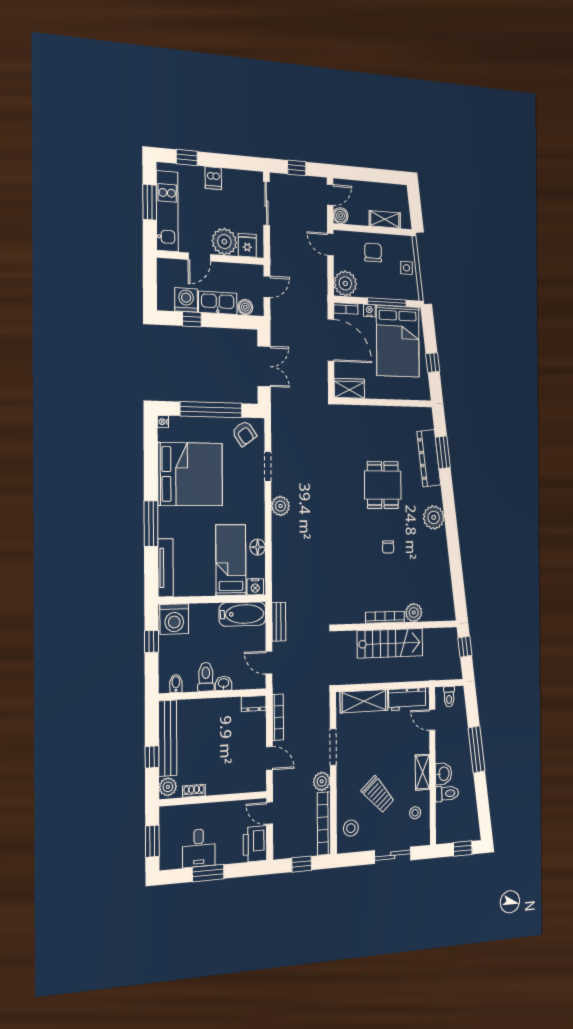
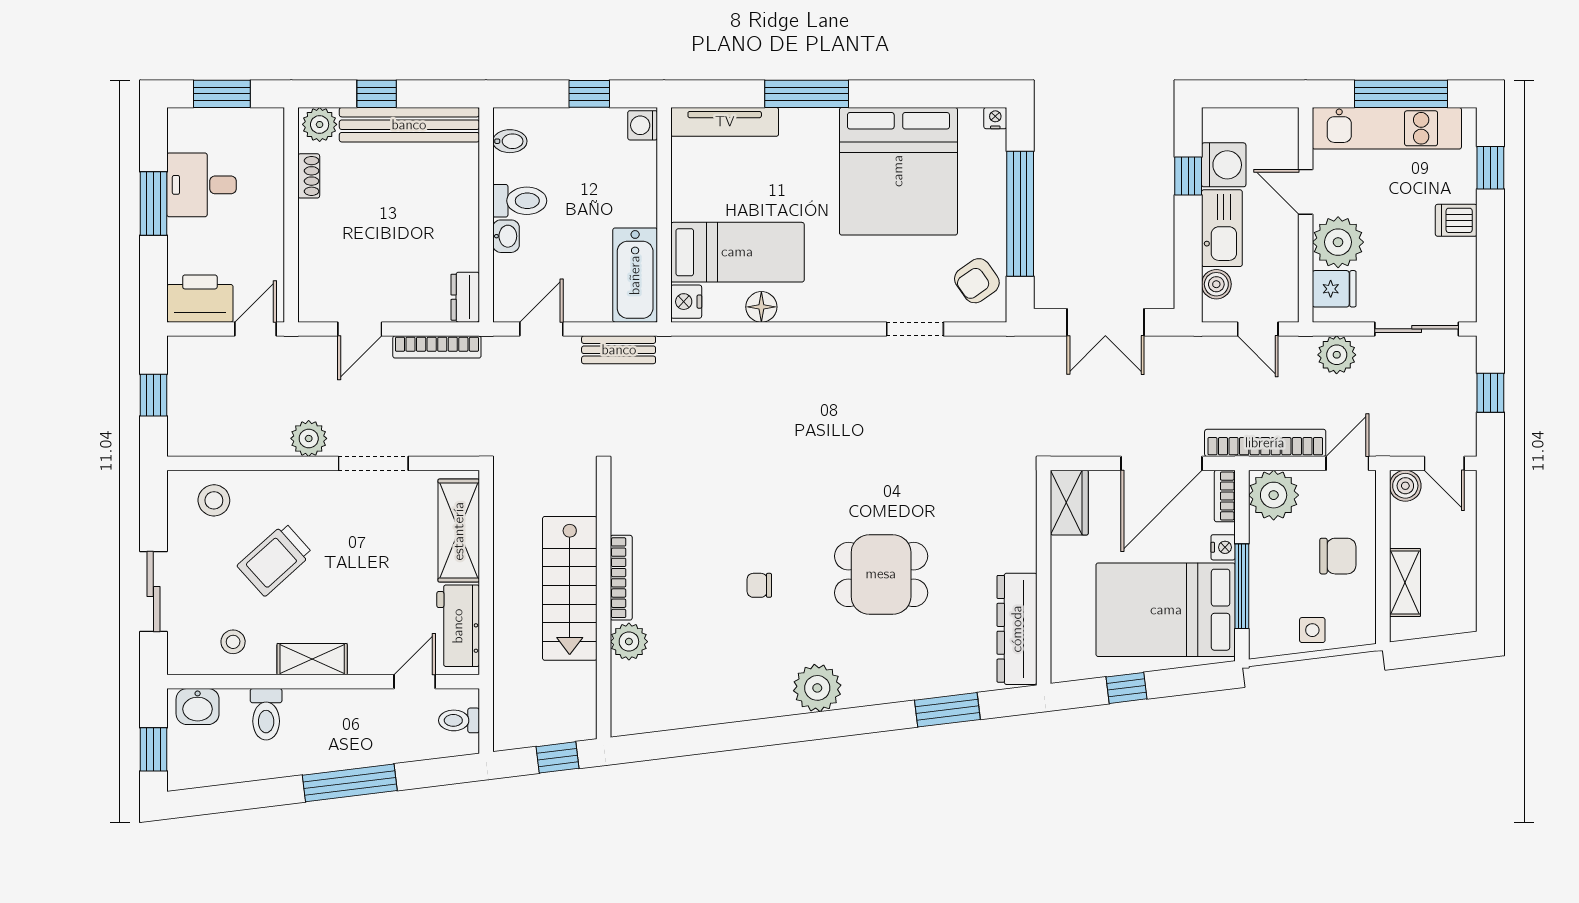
window: (150, 202) -> (1401, 94), width x1.44
dresser: (429, 458) -> (1017, 629), moved, turned -83
plant: (280, 506) -> (1337, 355), moved
washing machine: (174, 619) -> (643, 125), width x0.53, depth x0.53
washbasin: (444, 774) -> (198, 707), moved
bookcase: (324, 823) -> (1265, 443), moved

